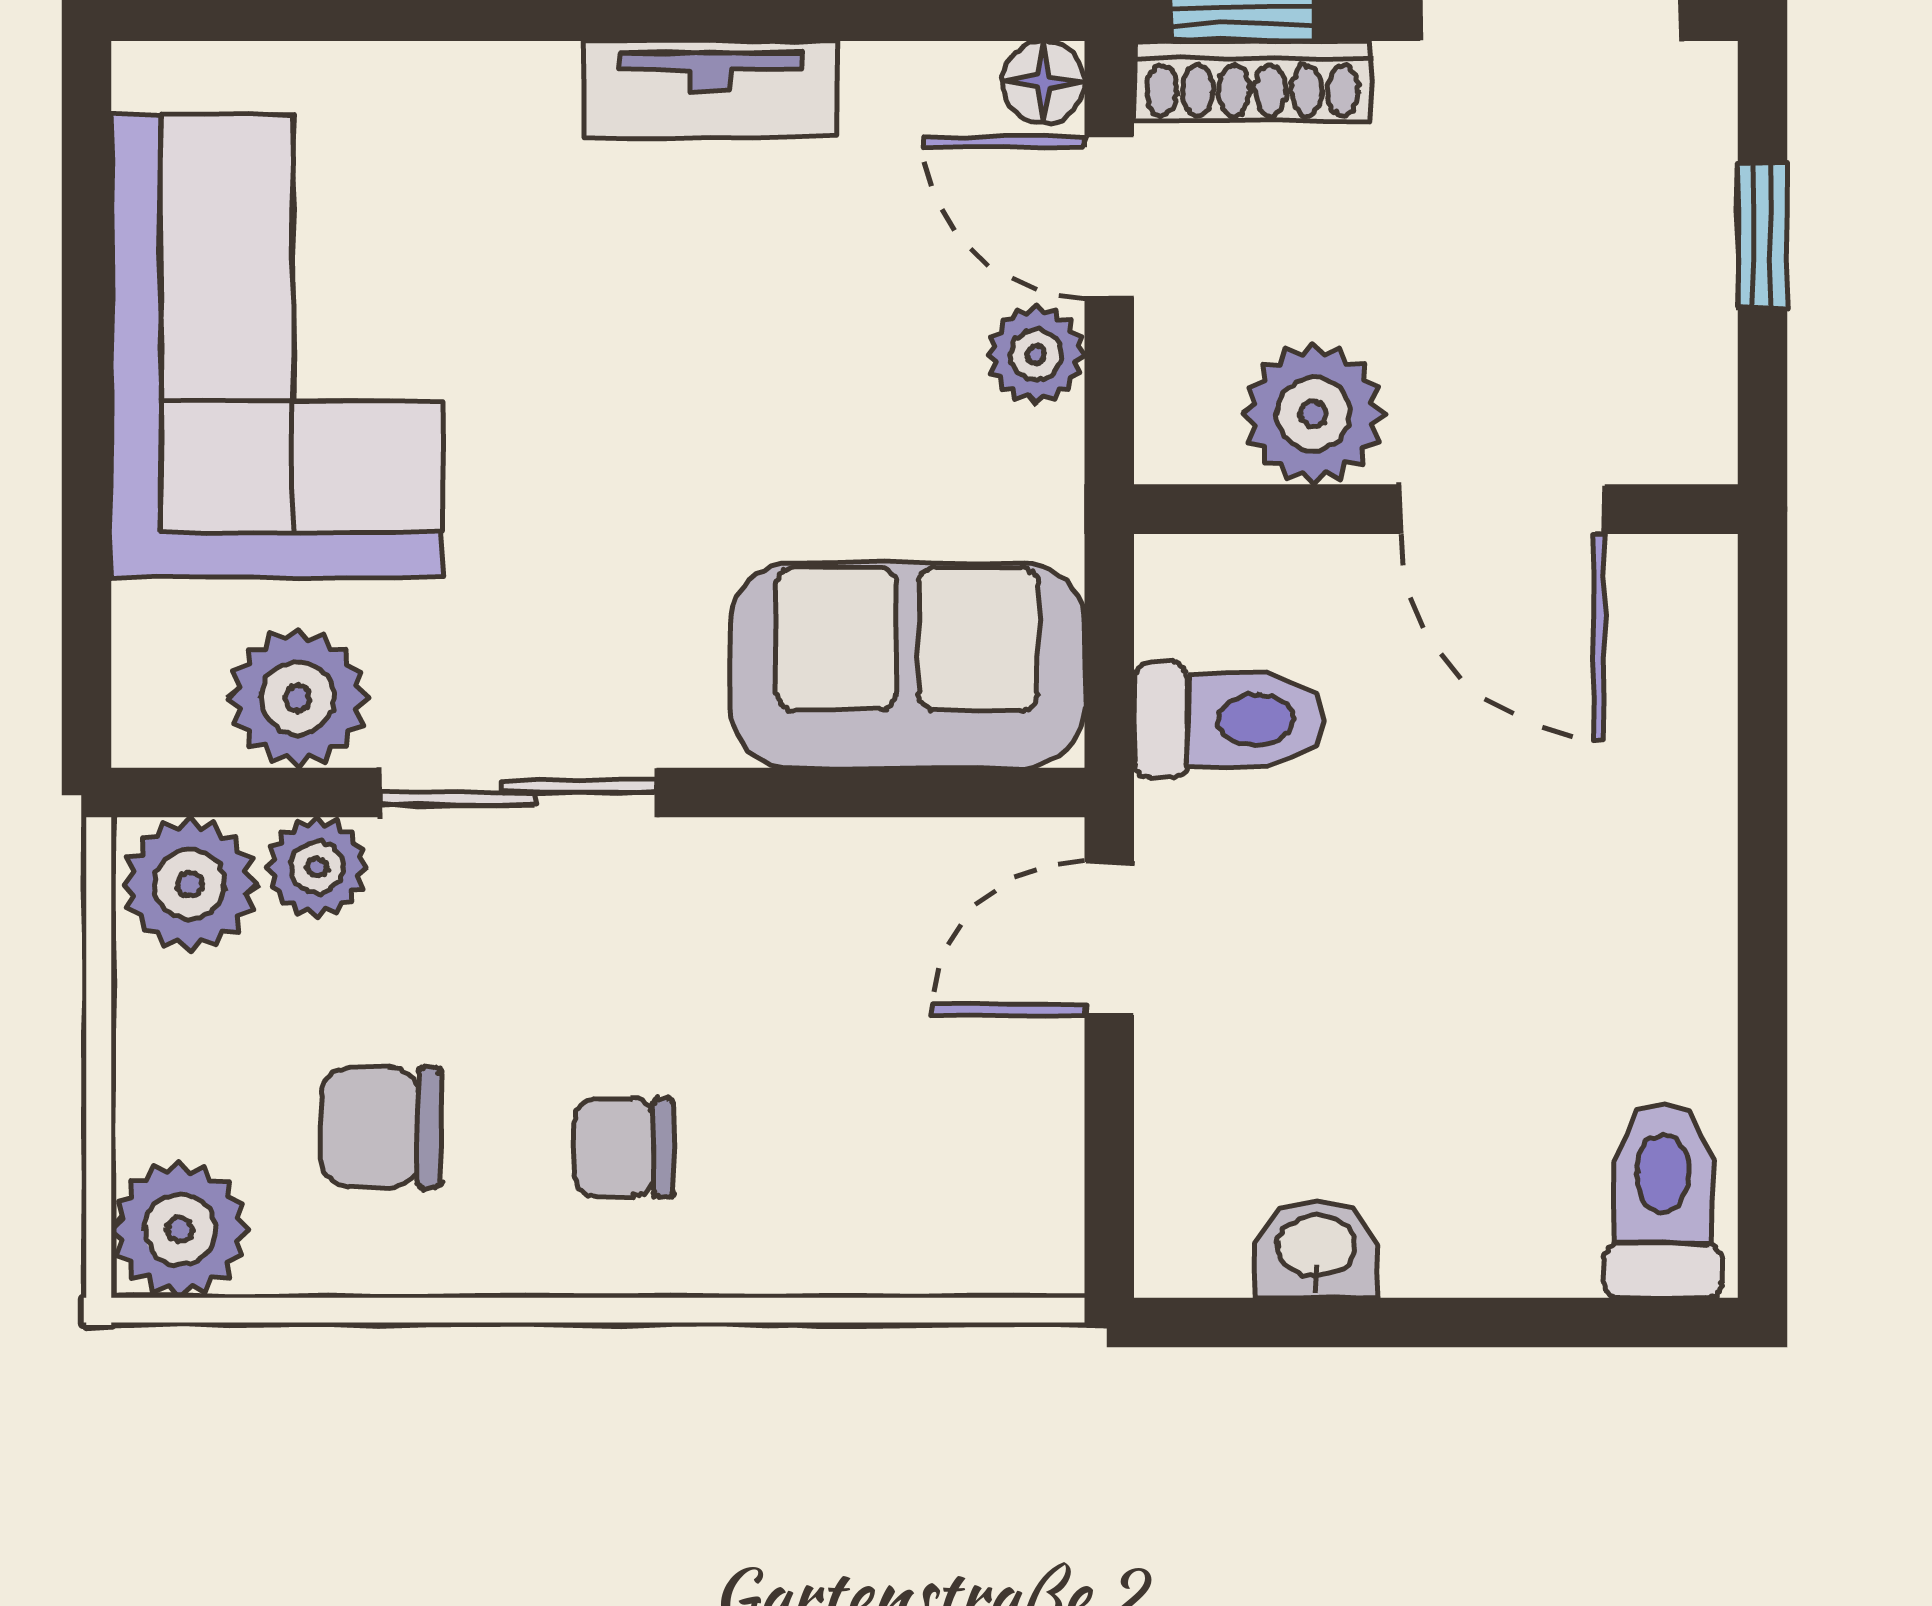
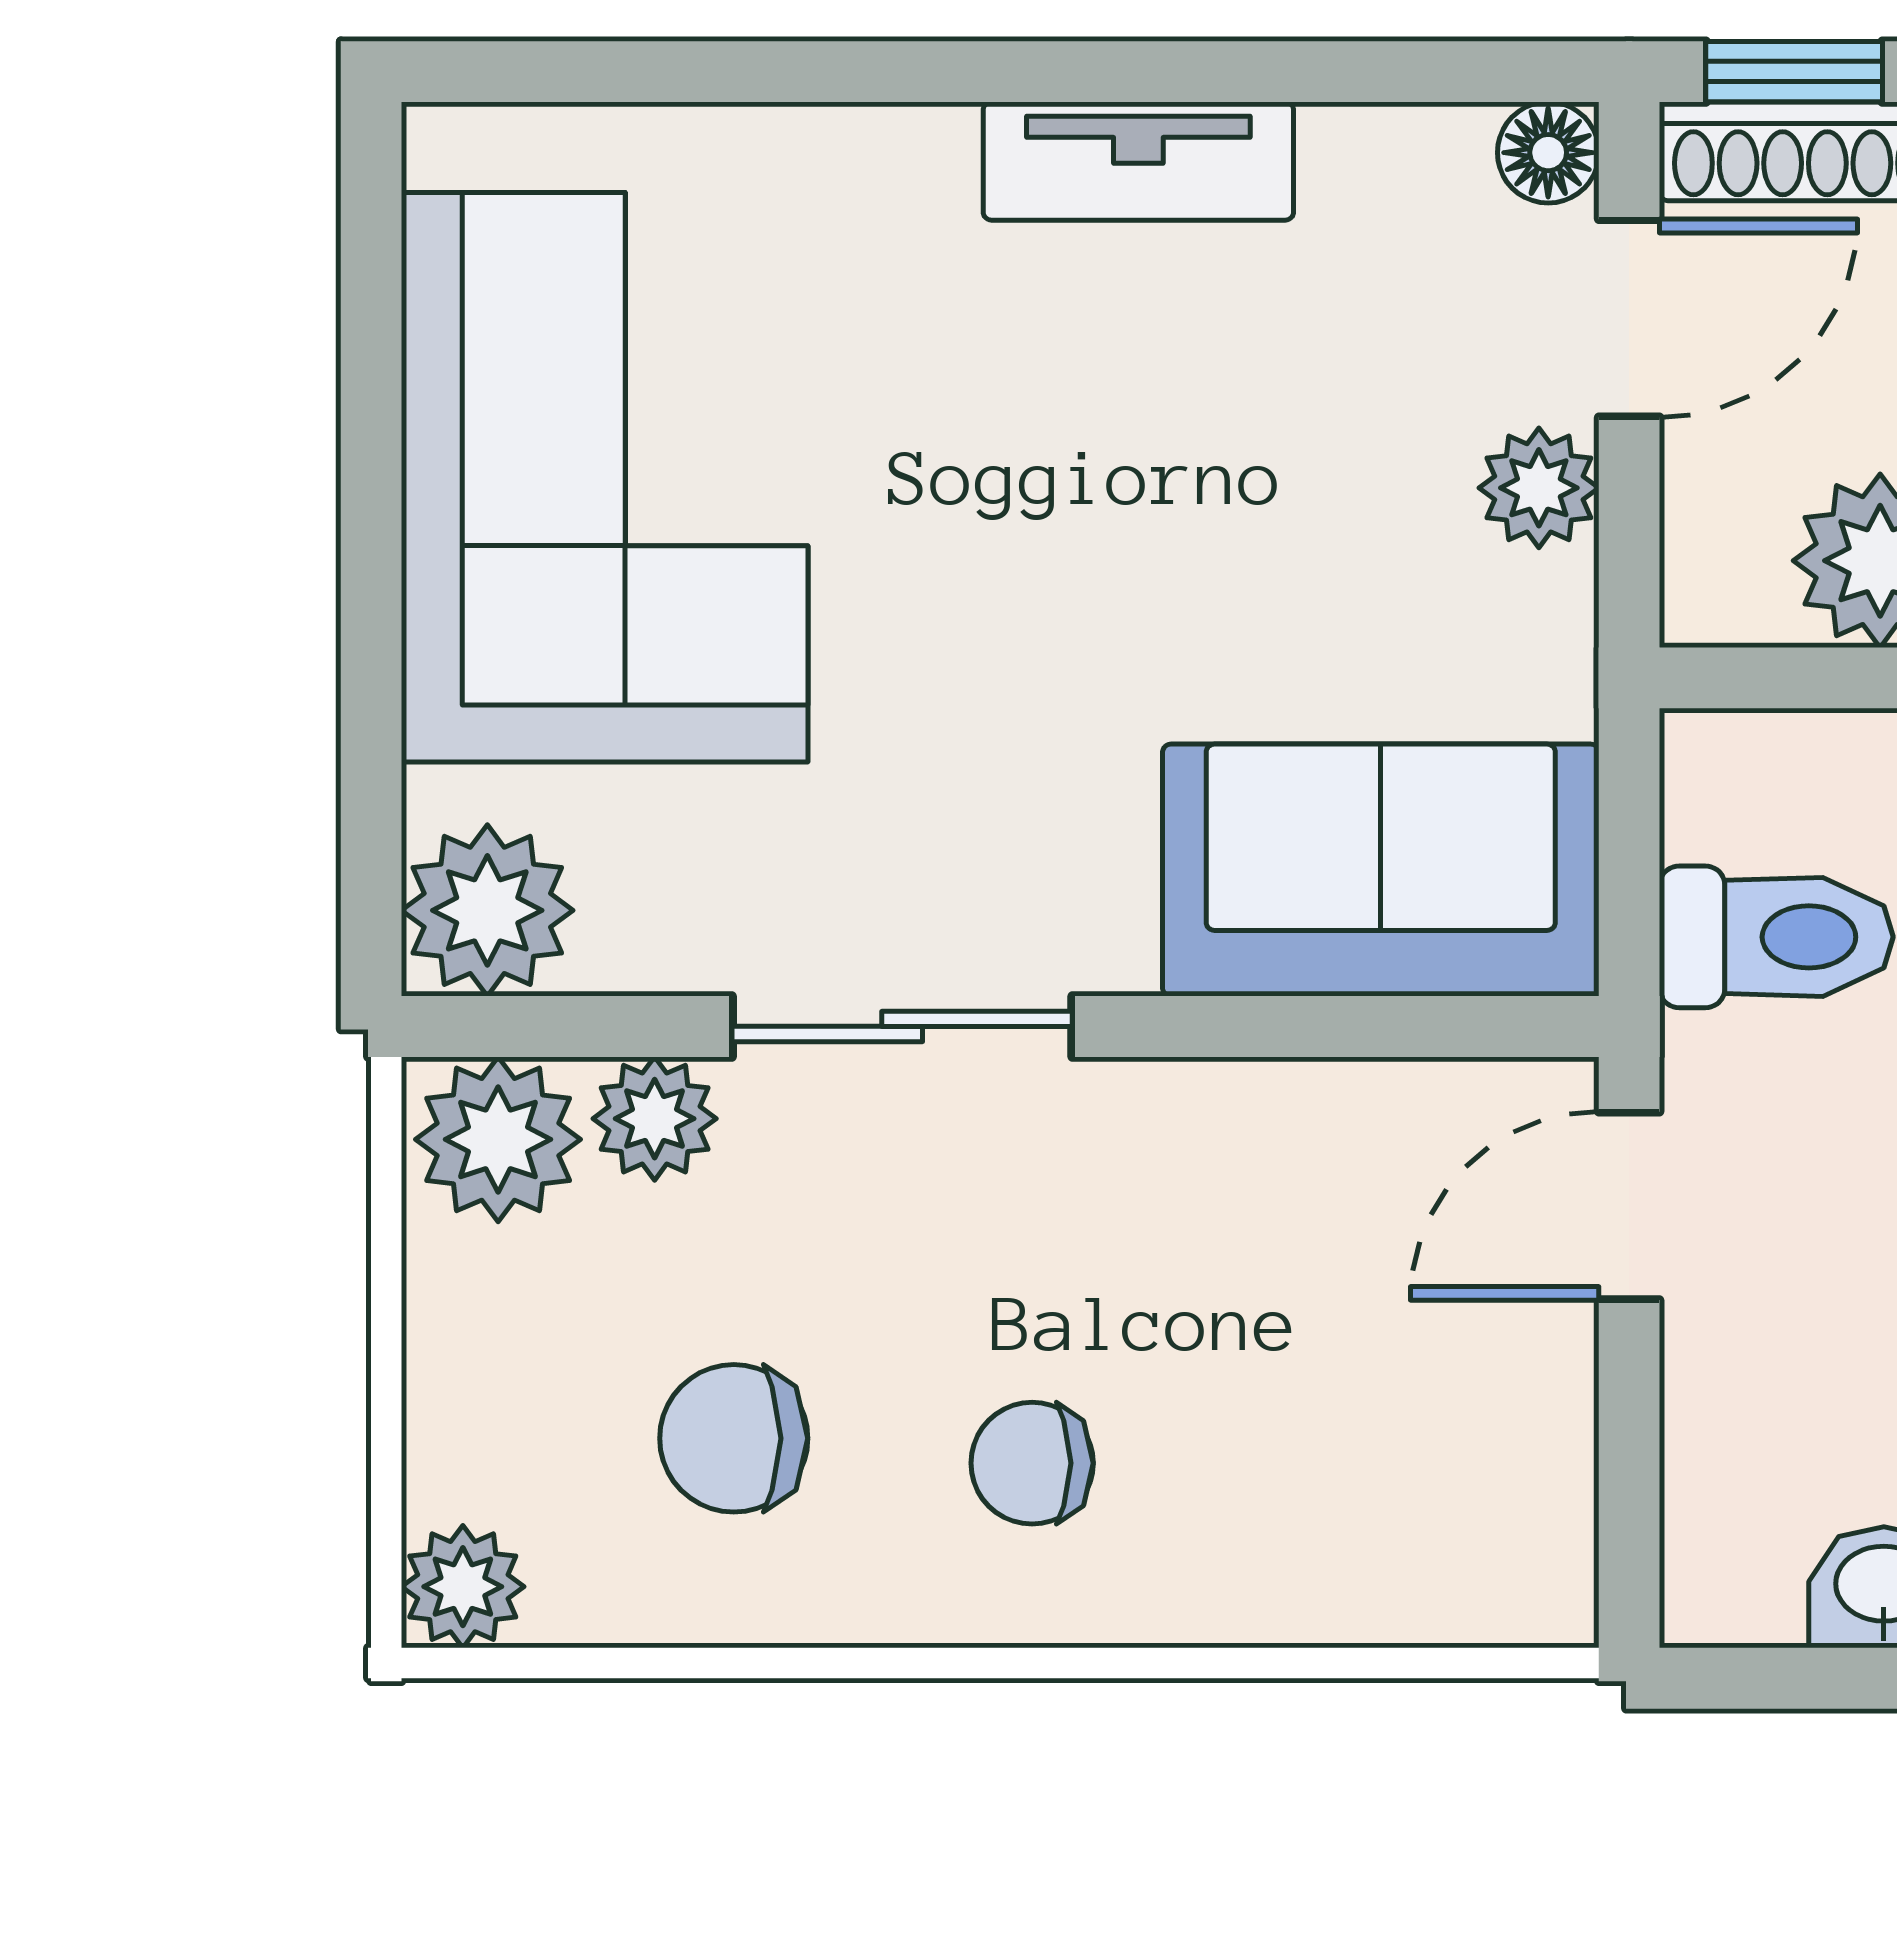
door: (1109, 217) -> (1629, 318), swing flipped
plant: (298, 698) -> (487, 910), moved
plant: (180, 1229) -> (463, 1587), width x0.73, depth x0.73

